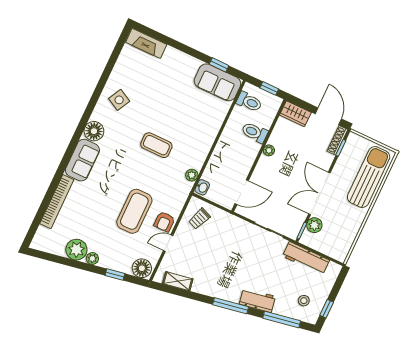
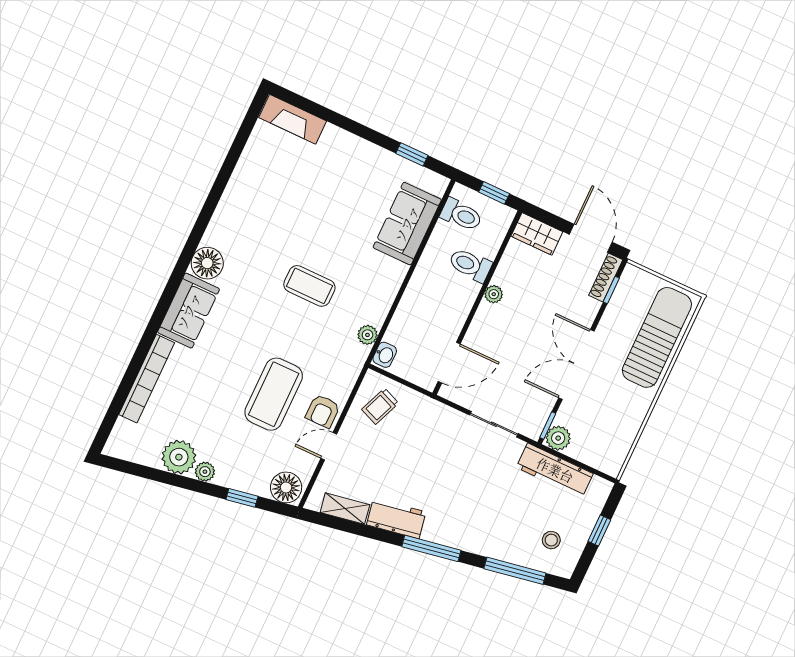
sofa: (217, 82) -> (407, 224), moved, turned 90
side table: (119, 100) -> (248, 212), removed
plant: (314, 225) -> (558, 438), moved
workbench: (257, 300) -> (396, 518), moved
window: (327, 309) -> (599, 531), moved

